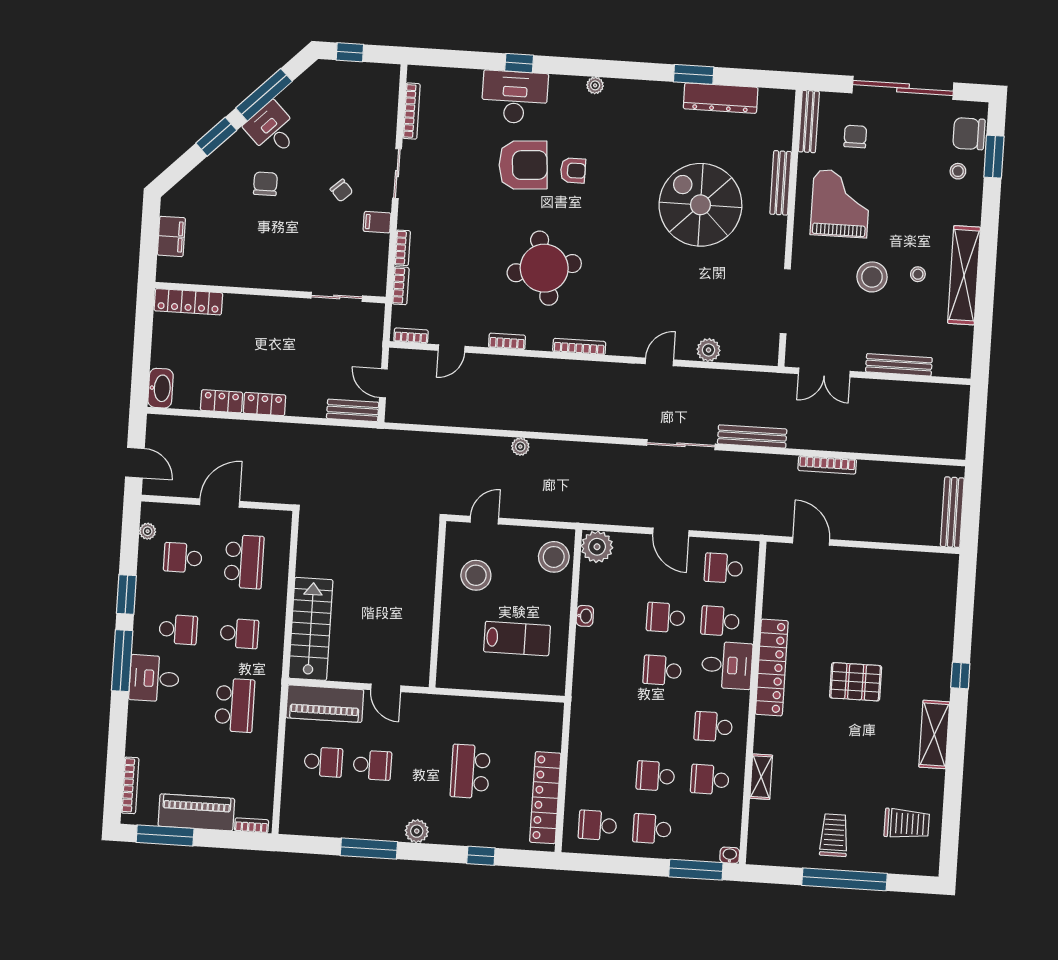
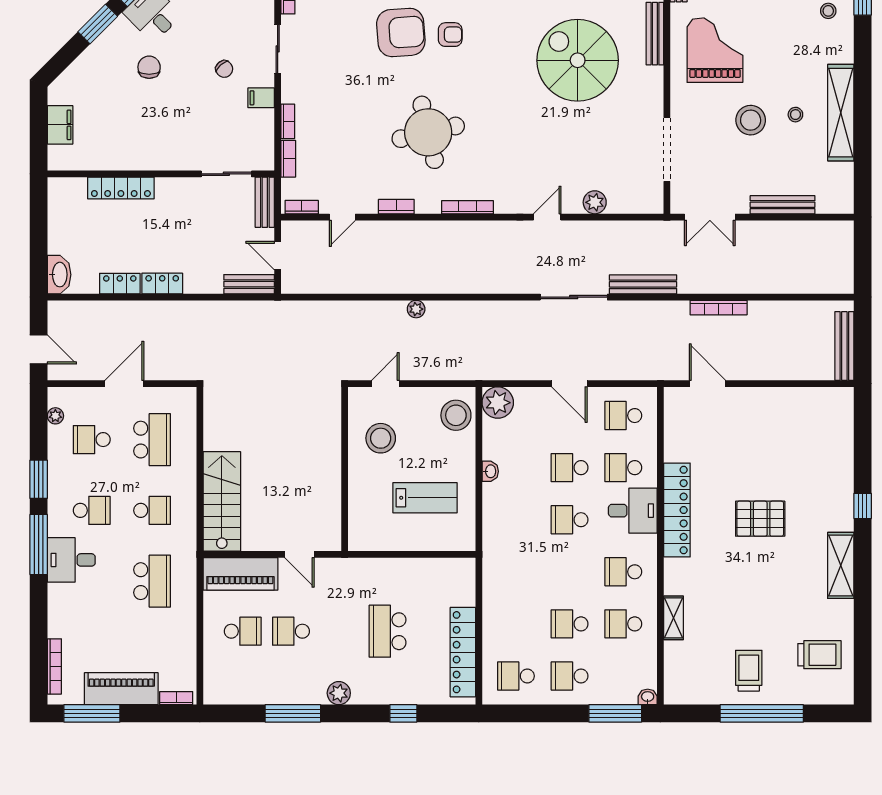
locker: (188, 302) -> (121, 188), moved
bench: (374, 328) -> (265, 202), added
school desk: (372, 765) -> (291, 631), turned 180

